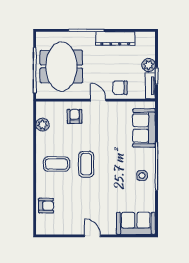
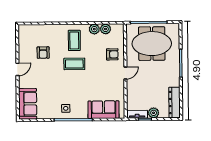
dresser: (115, 38) -> (175, 102), moved
chair: (120, 88) -> (135, 90), removed
plant: (43, 139) -> (94, 29), added
armchair: (46, 206) -> (43, 53), moved

